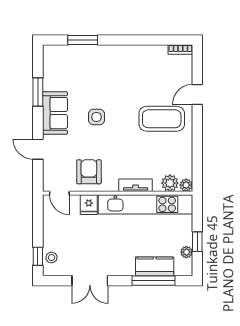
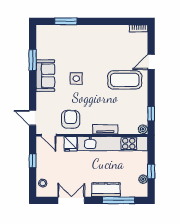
door: (38, 149) -> (33, 118), moved
window: (197, 164) -> (151, 114), added
plant: (170, 183) -> (131, 128), removed
window: (38, 256) -> (33, 161), moved
kitchen counter: (155, 266) -> (106, 190), moved
double door: (90, 281) -> (71, 200), swing flipped

